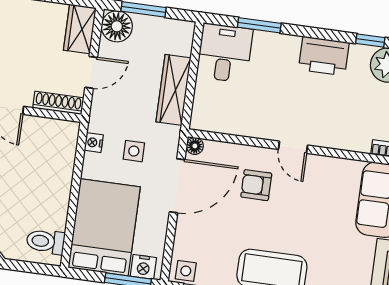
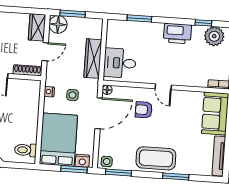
desk: (225, 53) -> (120, 63), moved, turned -90

